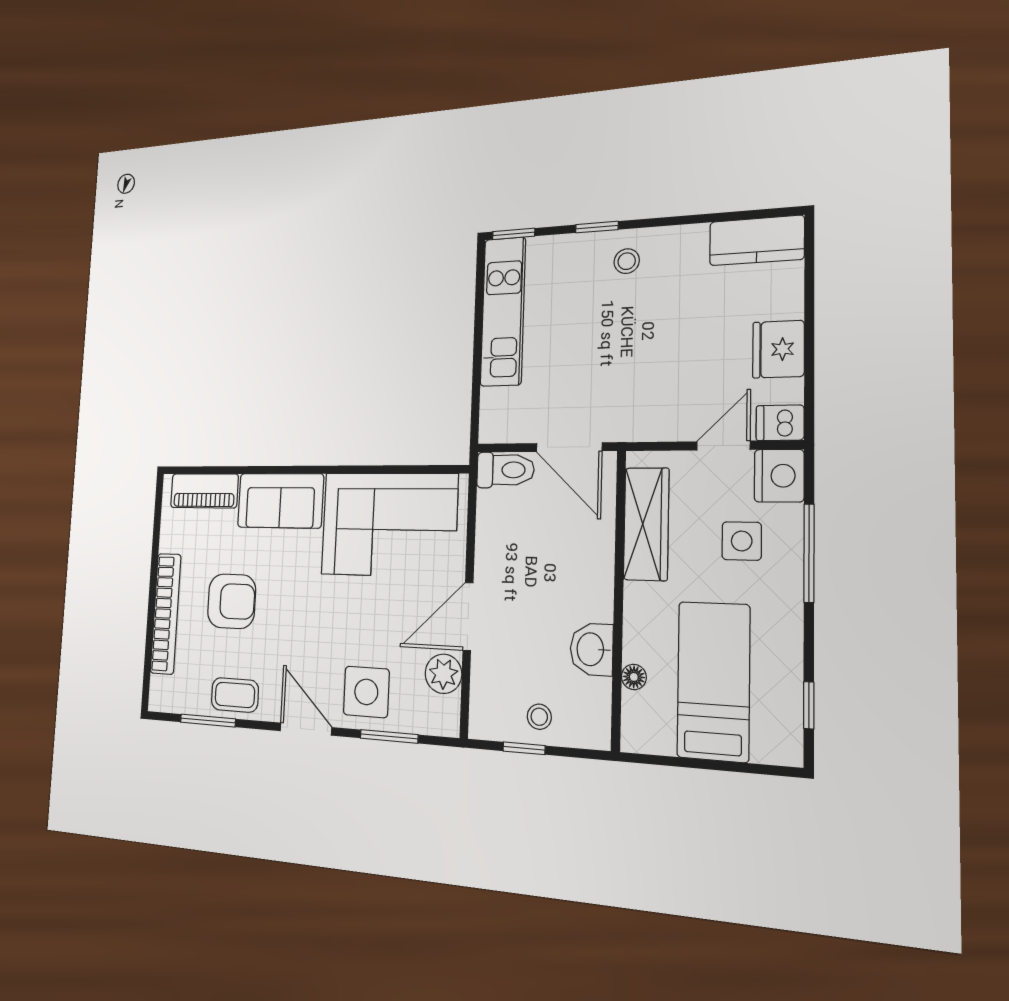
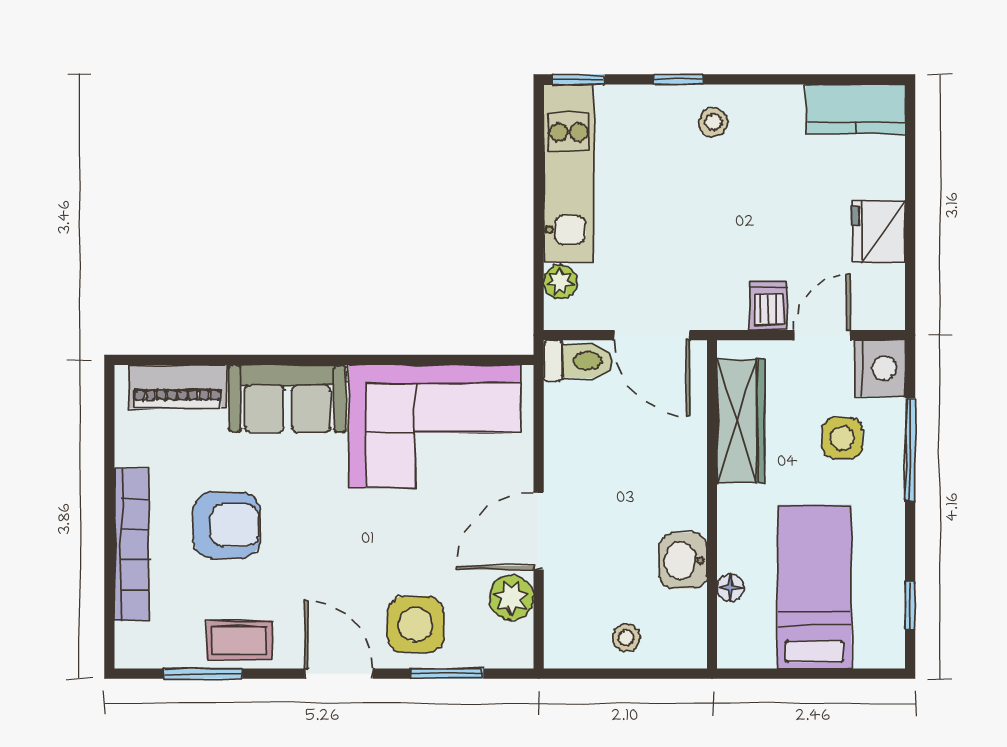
plant: (493, 403) -> (560, 282), added
dishwasher: (780, 423) -> (768, 306), moved, turned 90
window: (524, 748) -> (610, 674), removed

